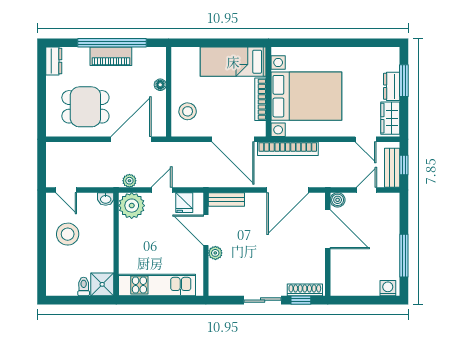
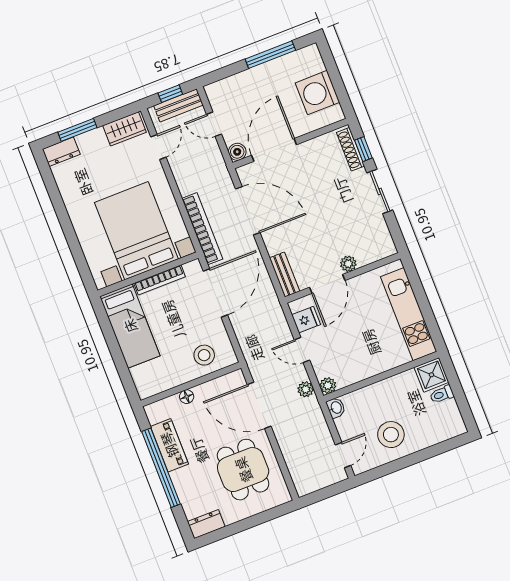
piano: (111, 56) -> (169, 445), moved
dresser: (392, 86) -> (61, 152), moved
plant: (132, 206) -> (328, 385), width x0.53, depth x0.53
washing machine: (388, 288) -> (317, 93), moved, width x1.89, depth x1.89

